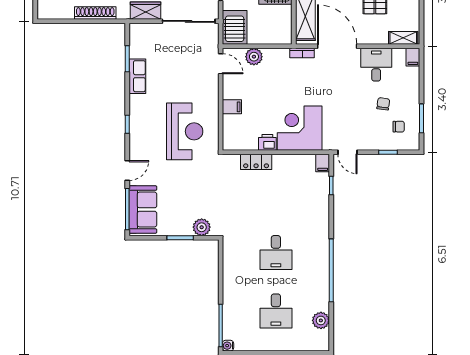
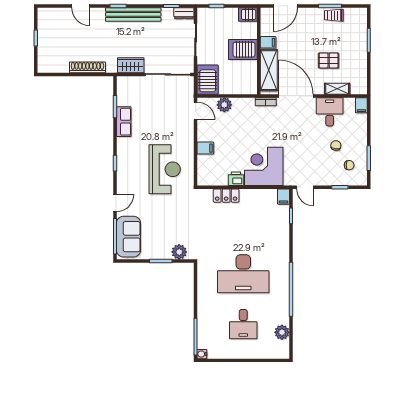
shelving: (403, 38) -> (337, 89), moved
desk: (276, 253) -> (243, 274), width x1.87, depth x1.30

